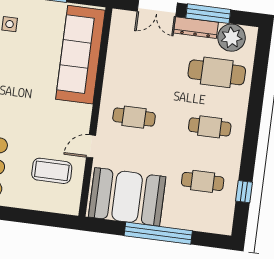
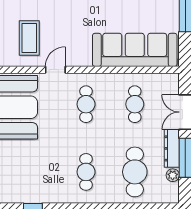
plant: (232, 38) -> (173, 175), width x0.53, depth x0.53
door: (91, 146) -> (55, 70), hinge flipped
cafe table: (203, 181) -> (135, 104), moved

